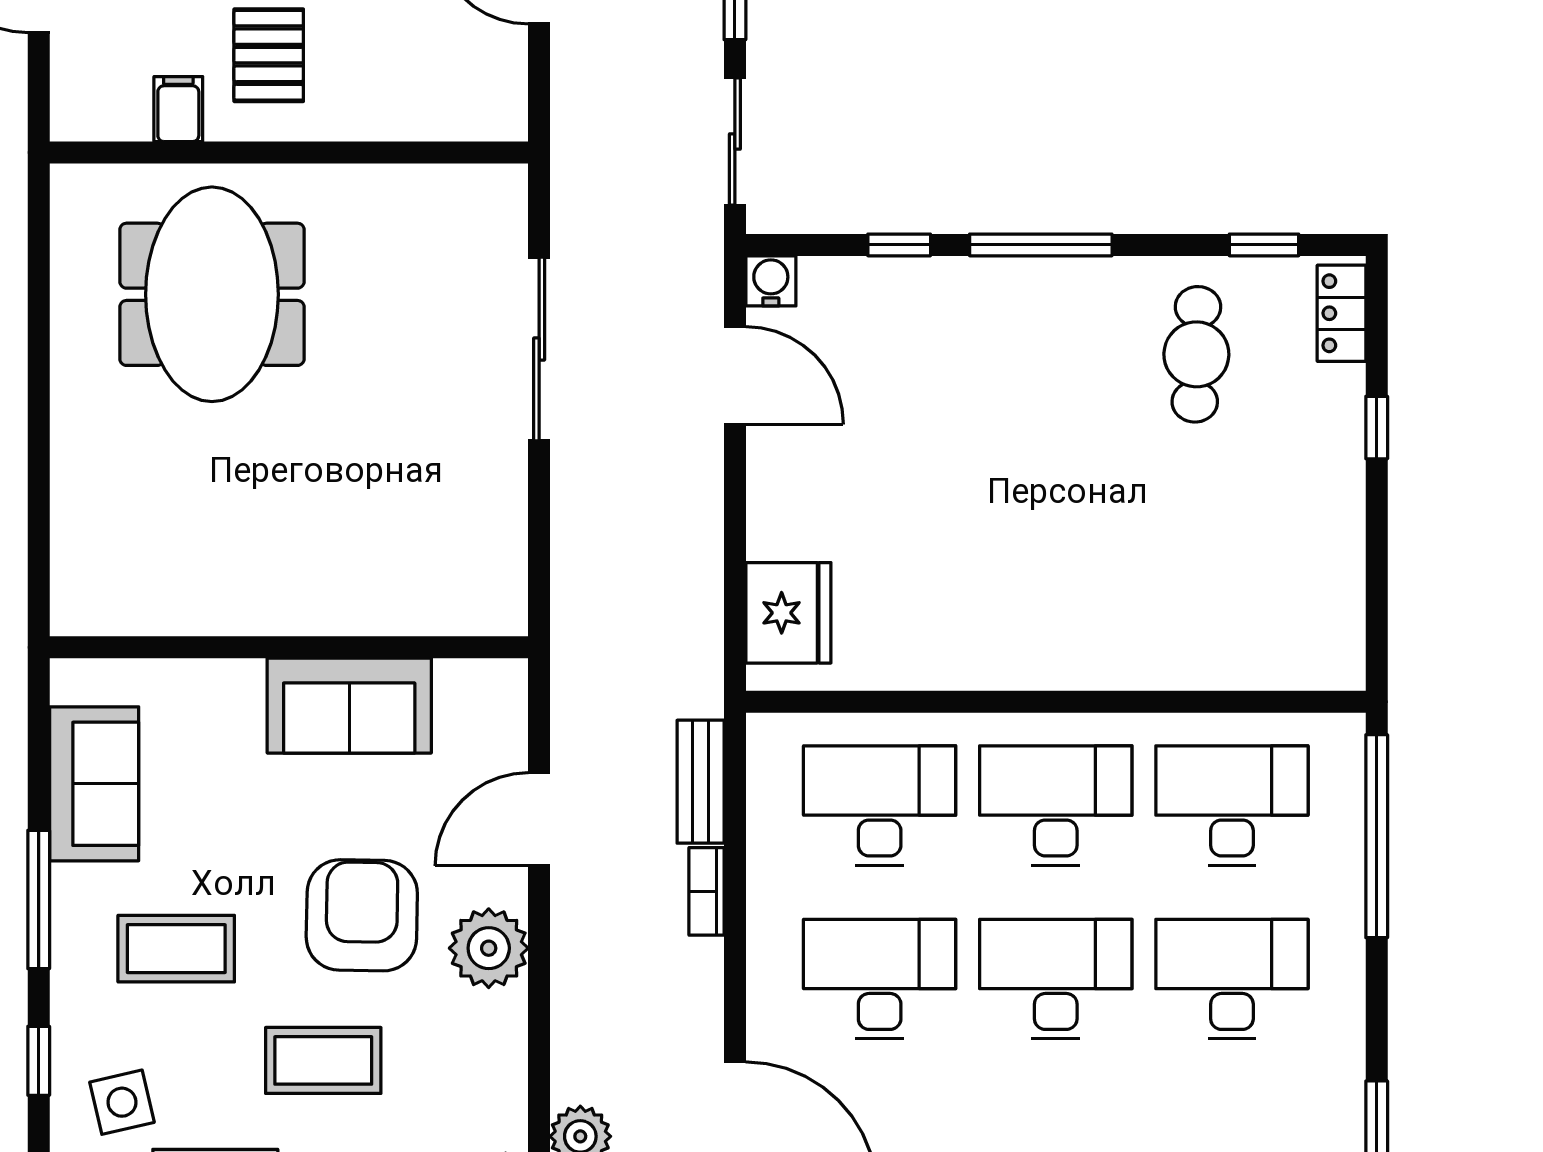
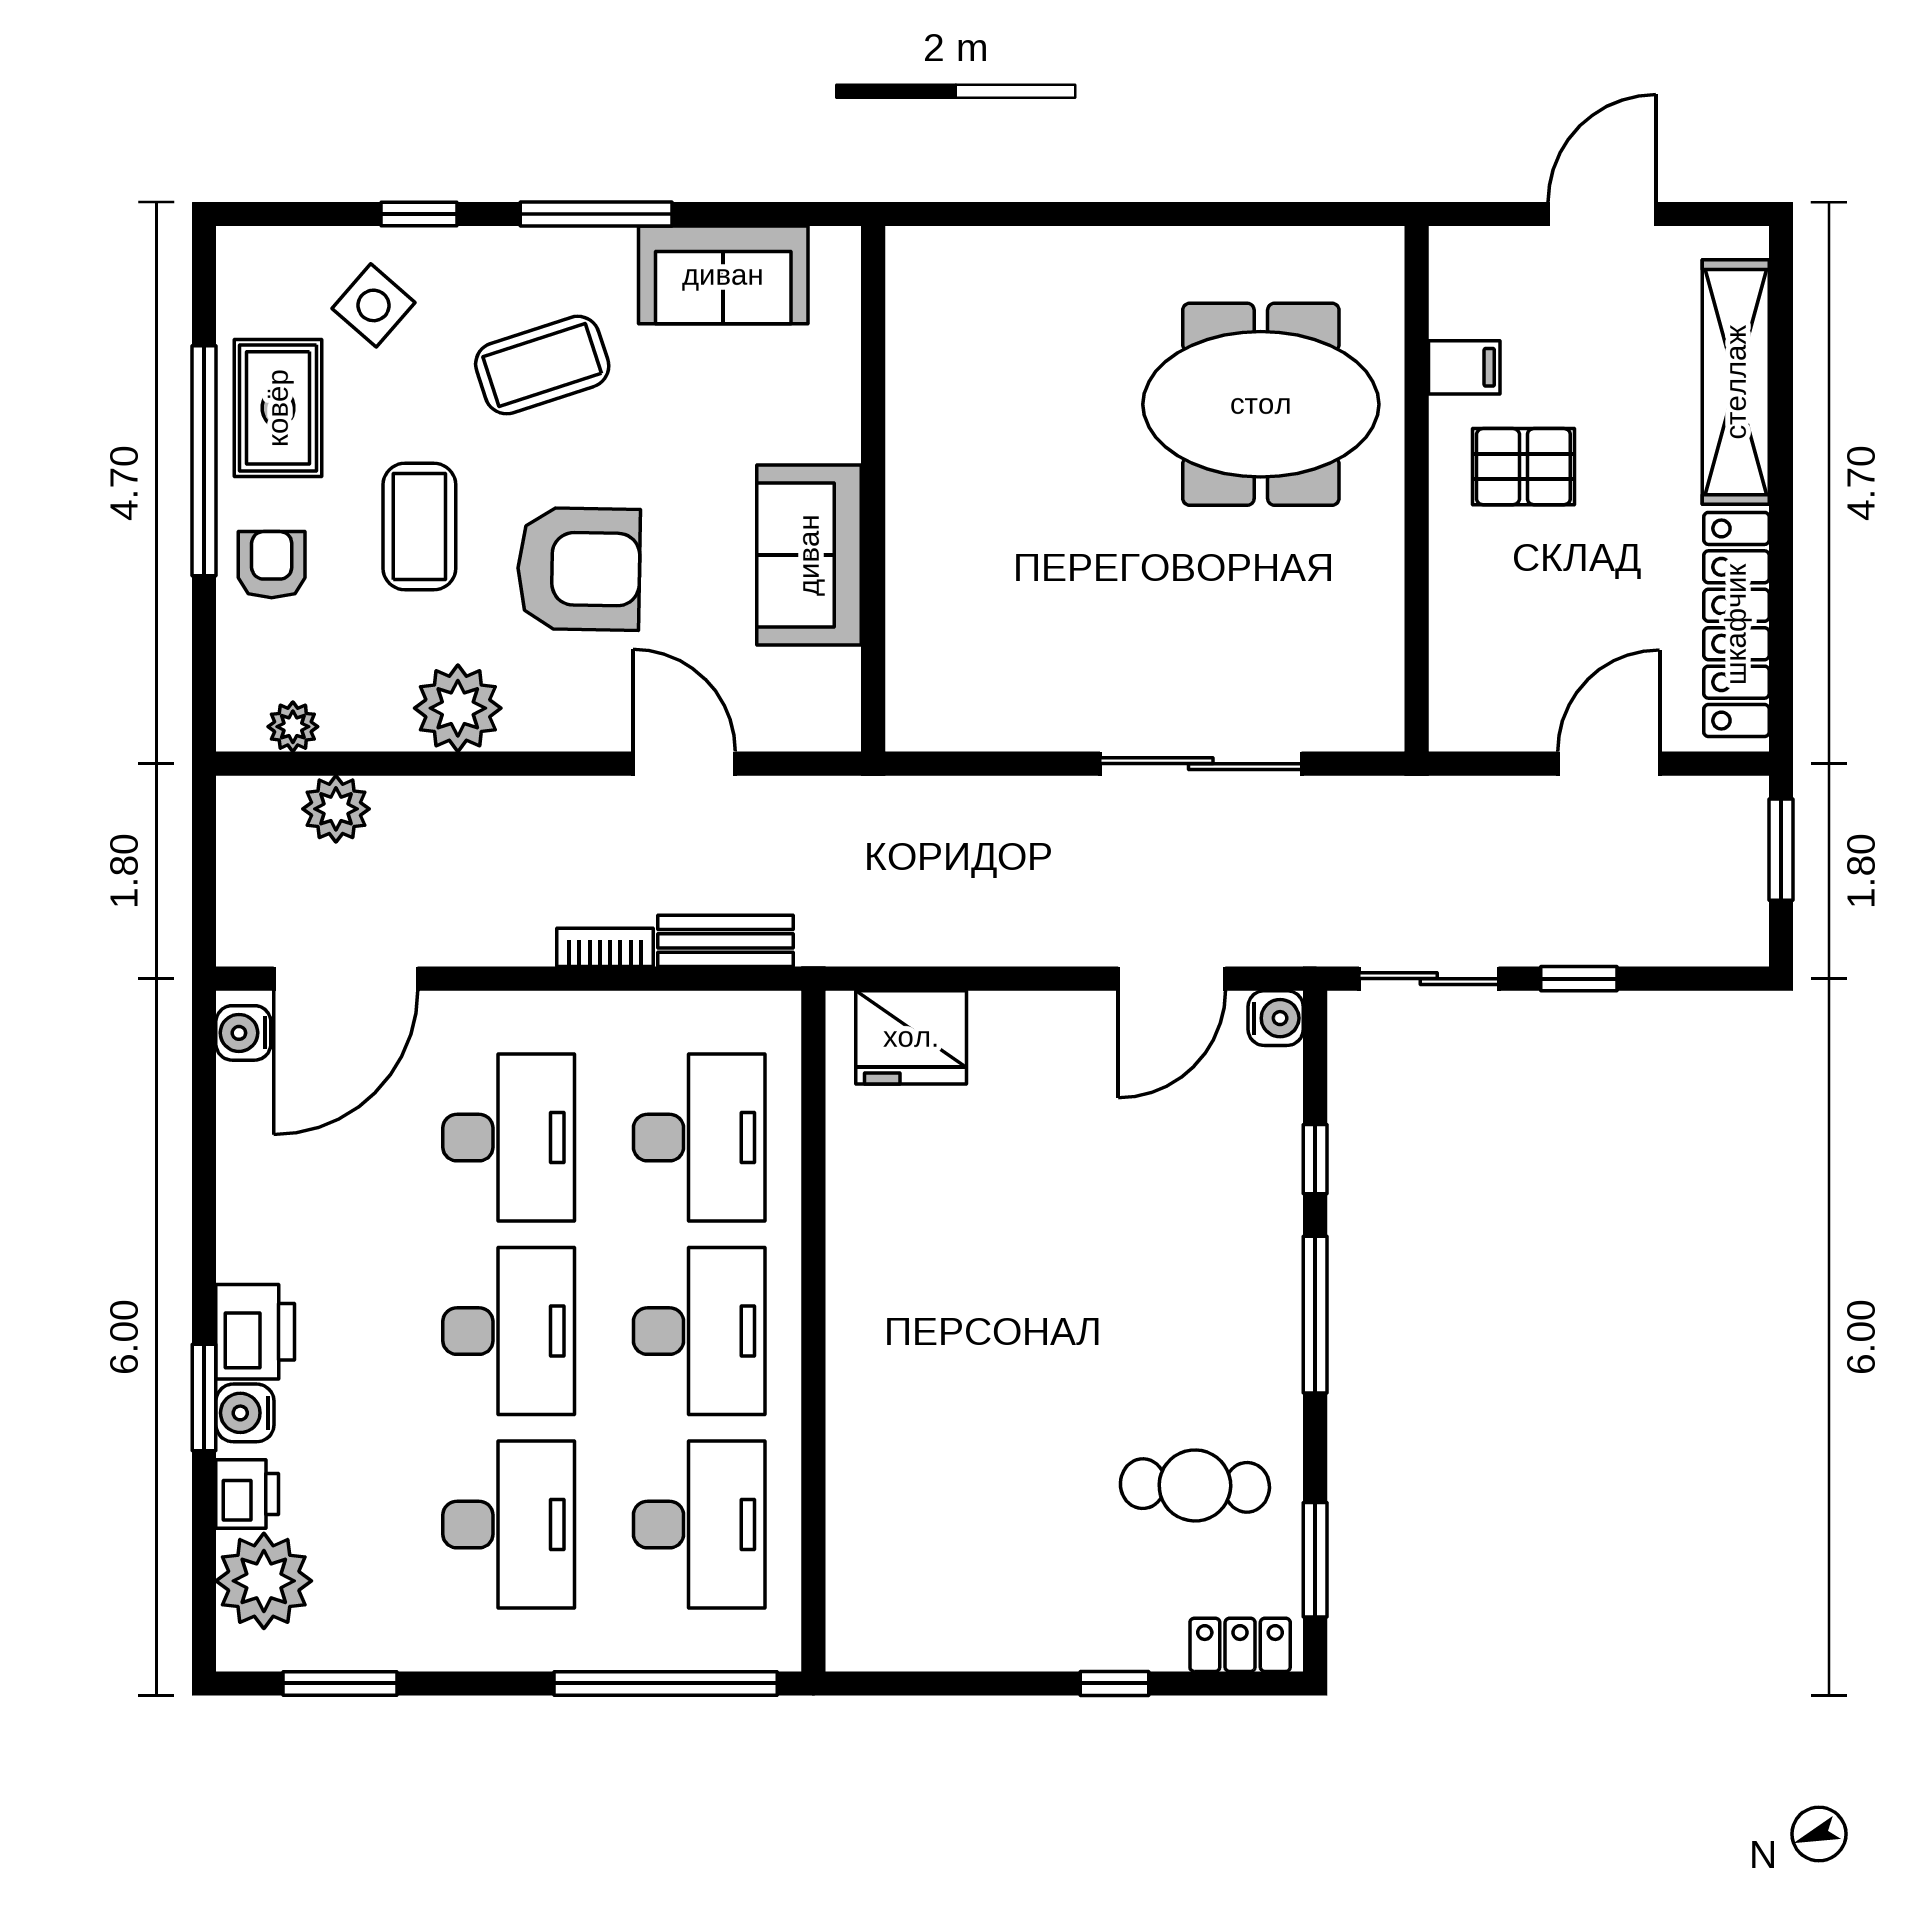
window: (1264, 245) -> (1315, 1560), width x1.50
plant: (489, 948) -> (458, 708), moved
coffee table: (176, 949) -> (542, 365), turned 72
side table: (122, 1102) -> (374, 305), turned -36

